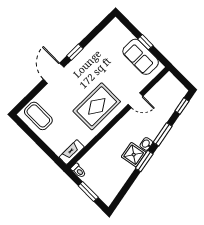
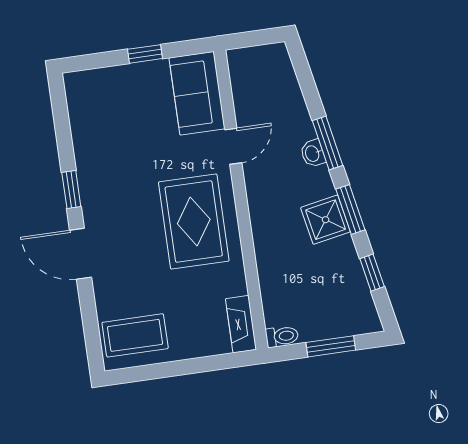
sofa: (141, 57) -> (197, 93), moved, turned 90
window: (182, 106) -> (372, 273), moved
washbasin: (146, 144) -> (313, 153), moved

